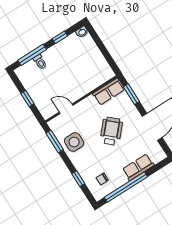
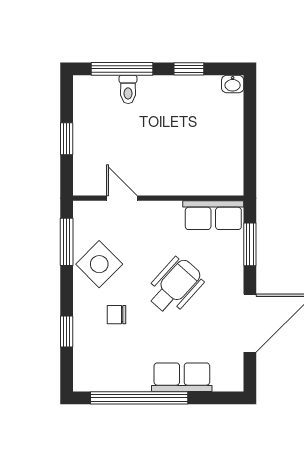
side table: (74, 142) -> (99, 264), turned 45
chair: (102, 179) -> (117, 315), moved

